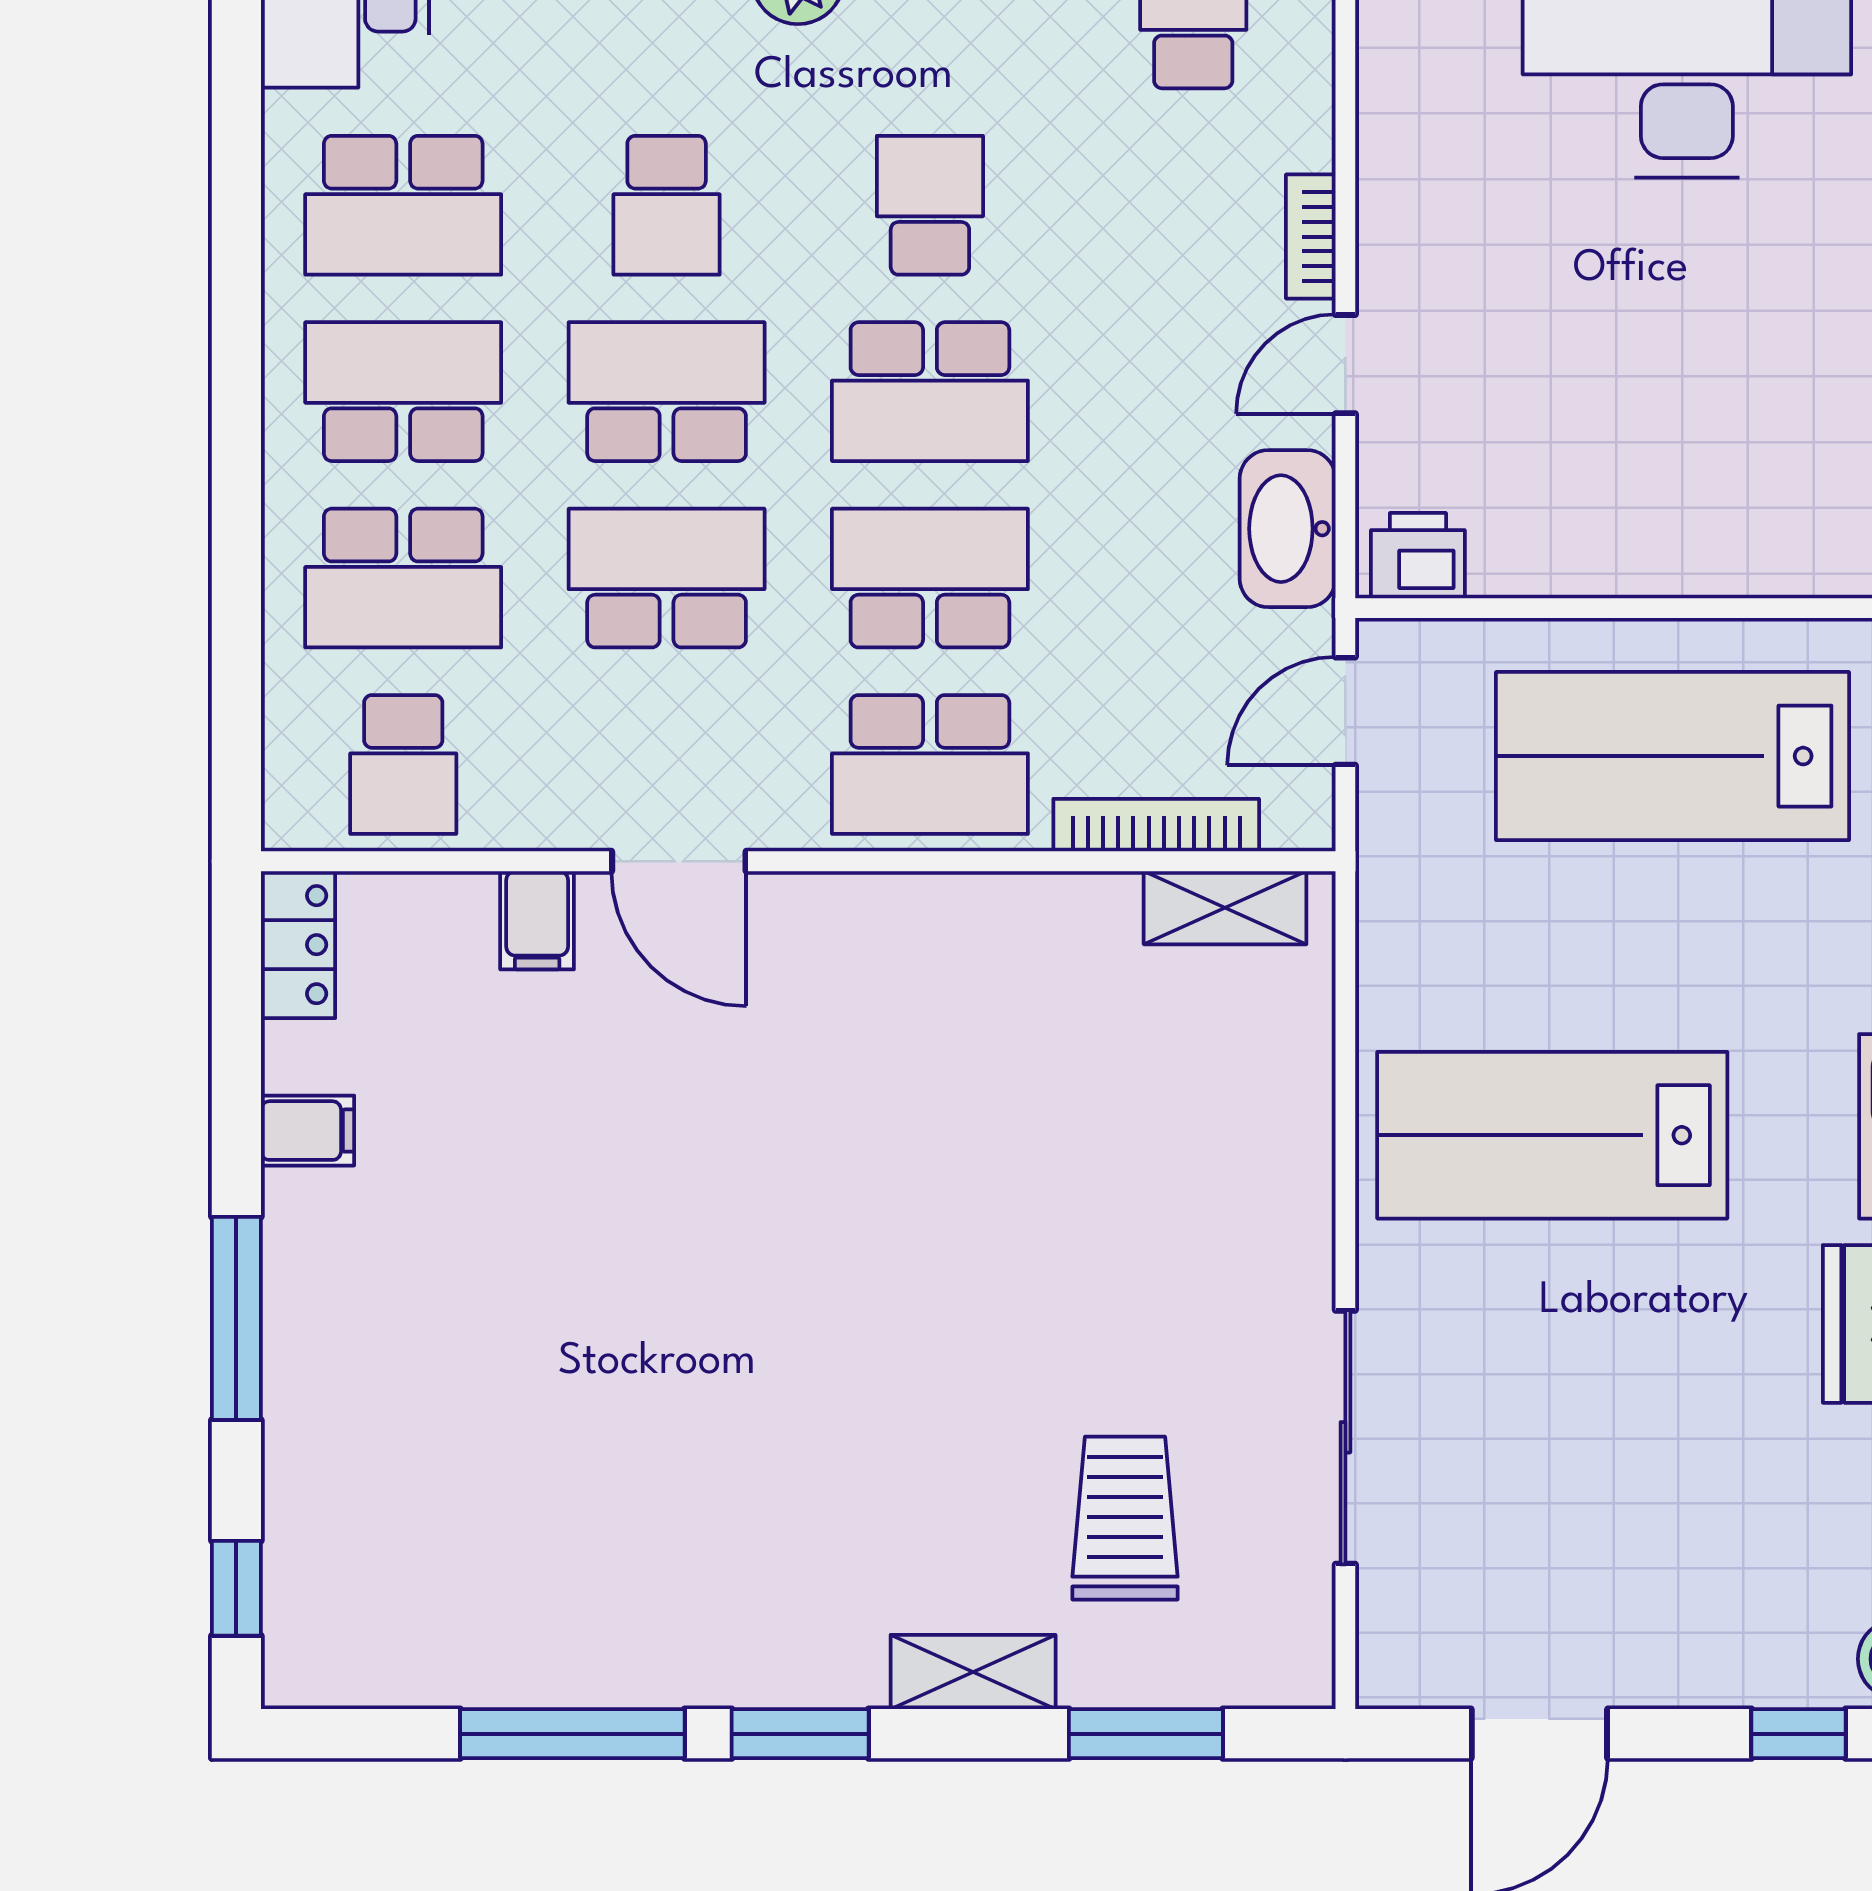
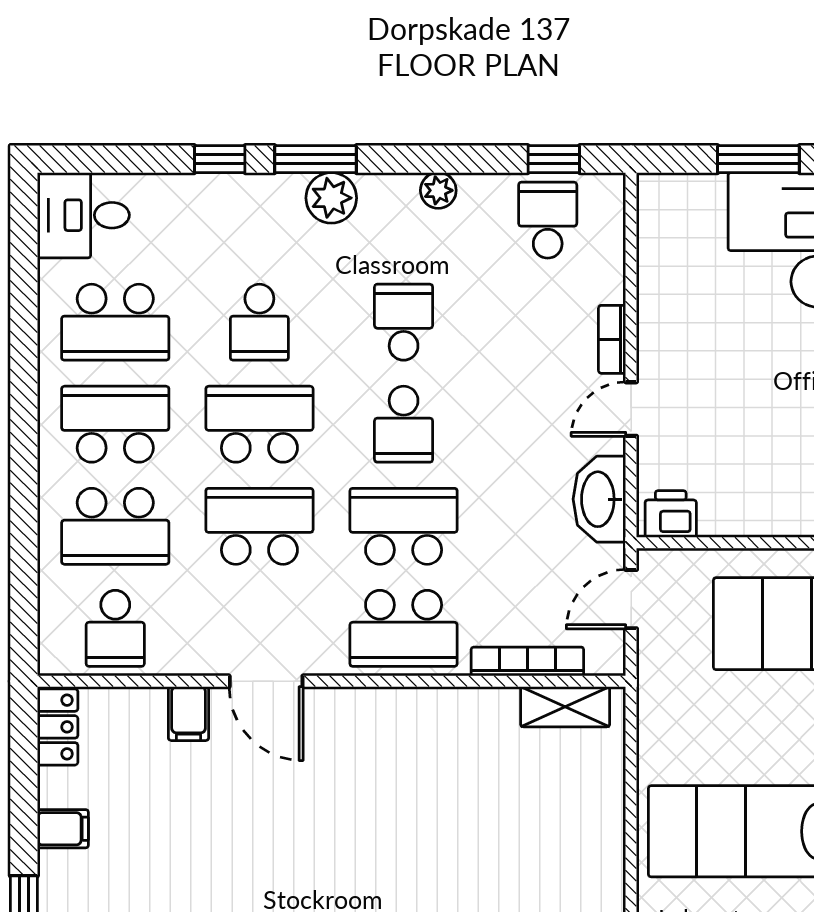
school desk: (930, 392) -> (404, 424), width x0.54

